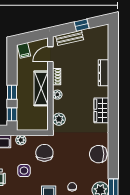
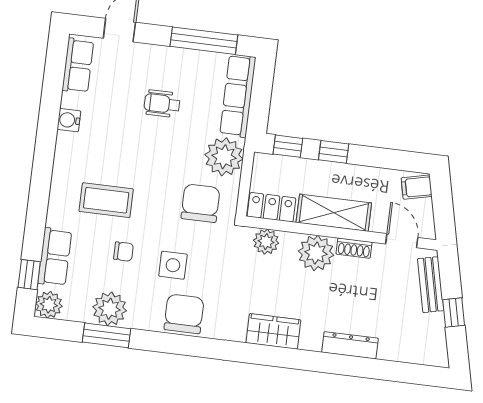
plant: (57, 95) -> (316, 253), width x1.87, depth x1.87
locker: (42, 119) -> (272, 207), added
plant: (21, 140) -> (224, 157), width x1.88, depth x1.88
chair: (44, 153) -> (200, 203), turned -90
side table: (24, 171) -> (173, 265), moved

